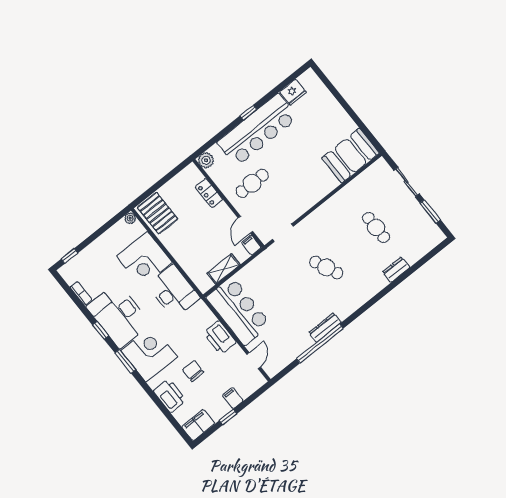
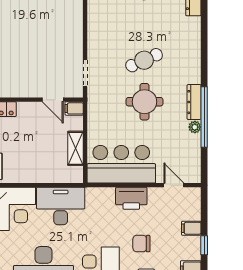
cafe table: (252, 183) -> (22, 66), removed
round table: (297, 292) -> (144, 102), added
plant: (307, 342) -> (195, 127), added

